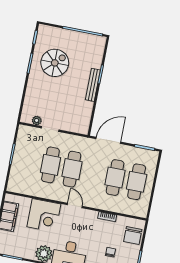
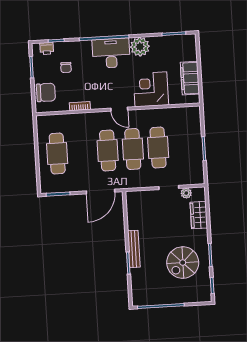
wardrobe: (31, 99) -> (199, 215), added
cafe table: (115, 178) -> (108, 151), moved
chair: (133, 236) -> (46, 92), turned 90

